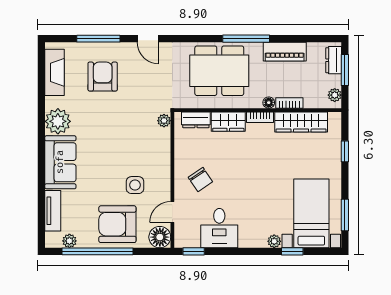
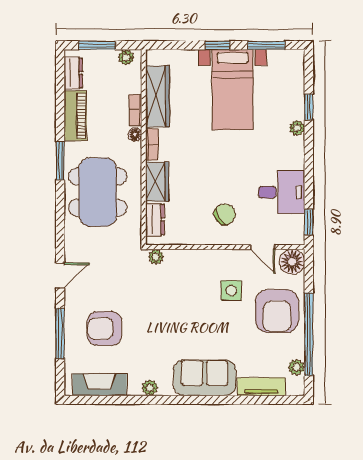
window: (246, 39) -> (60, 161), width x0.69
dresser: (334, 60) -> (73, 73), moved, turned -90
plant: (58, 121) -> (150, 388), width x0.53, depth x0.53
window: (345, 151) -> (218, 45), moved
bed with nightstands: (311, 213) -> (233, 90), moved, turned -90

